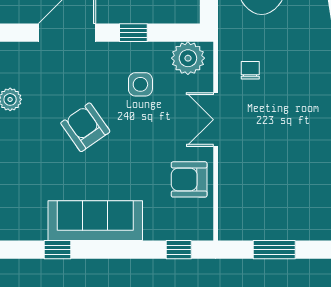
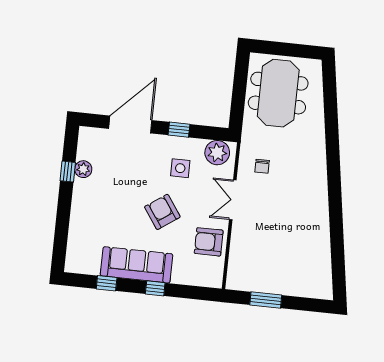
chair: (250, 70) -> (262, 166), turned 180
armchair: (85, 127) -> (162, 212), moved
window: (179, 250) -> (155, 288), moved

